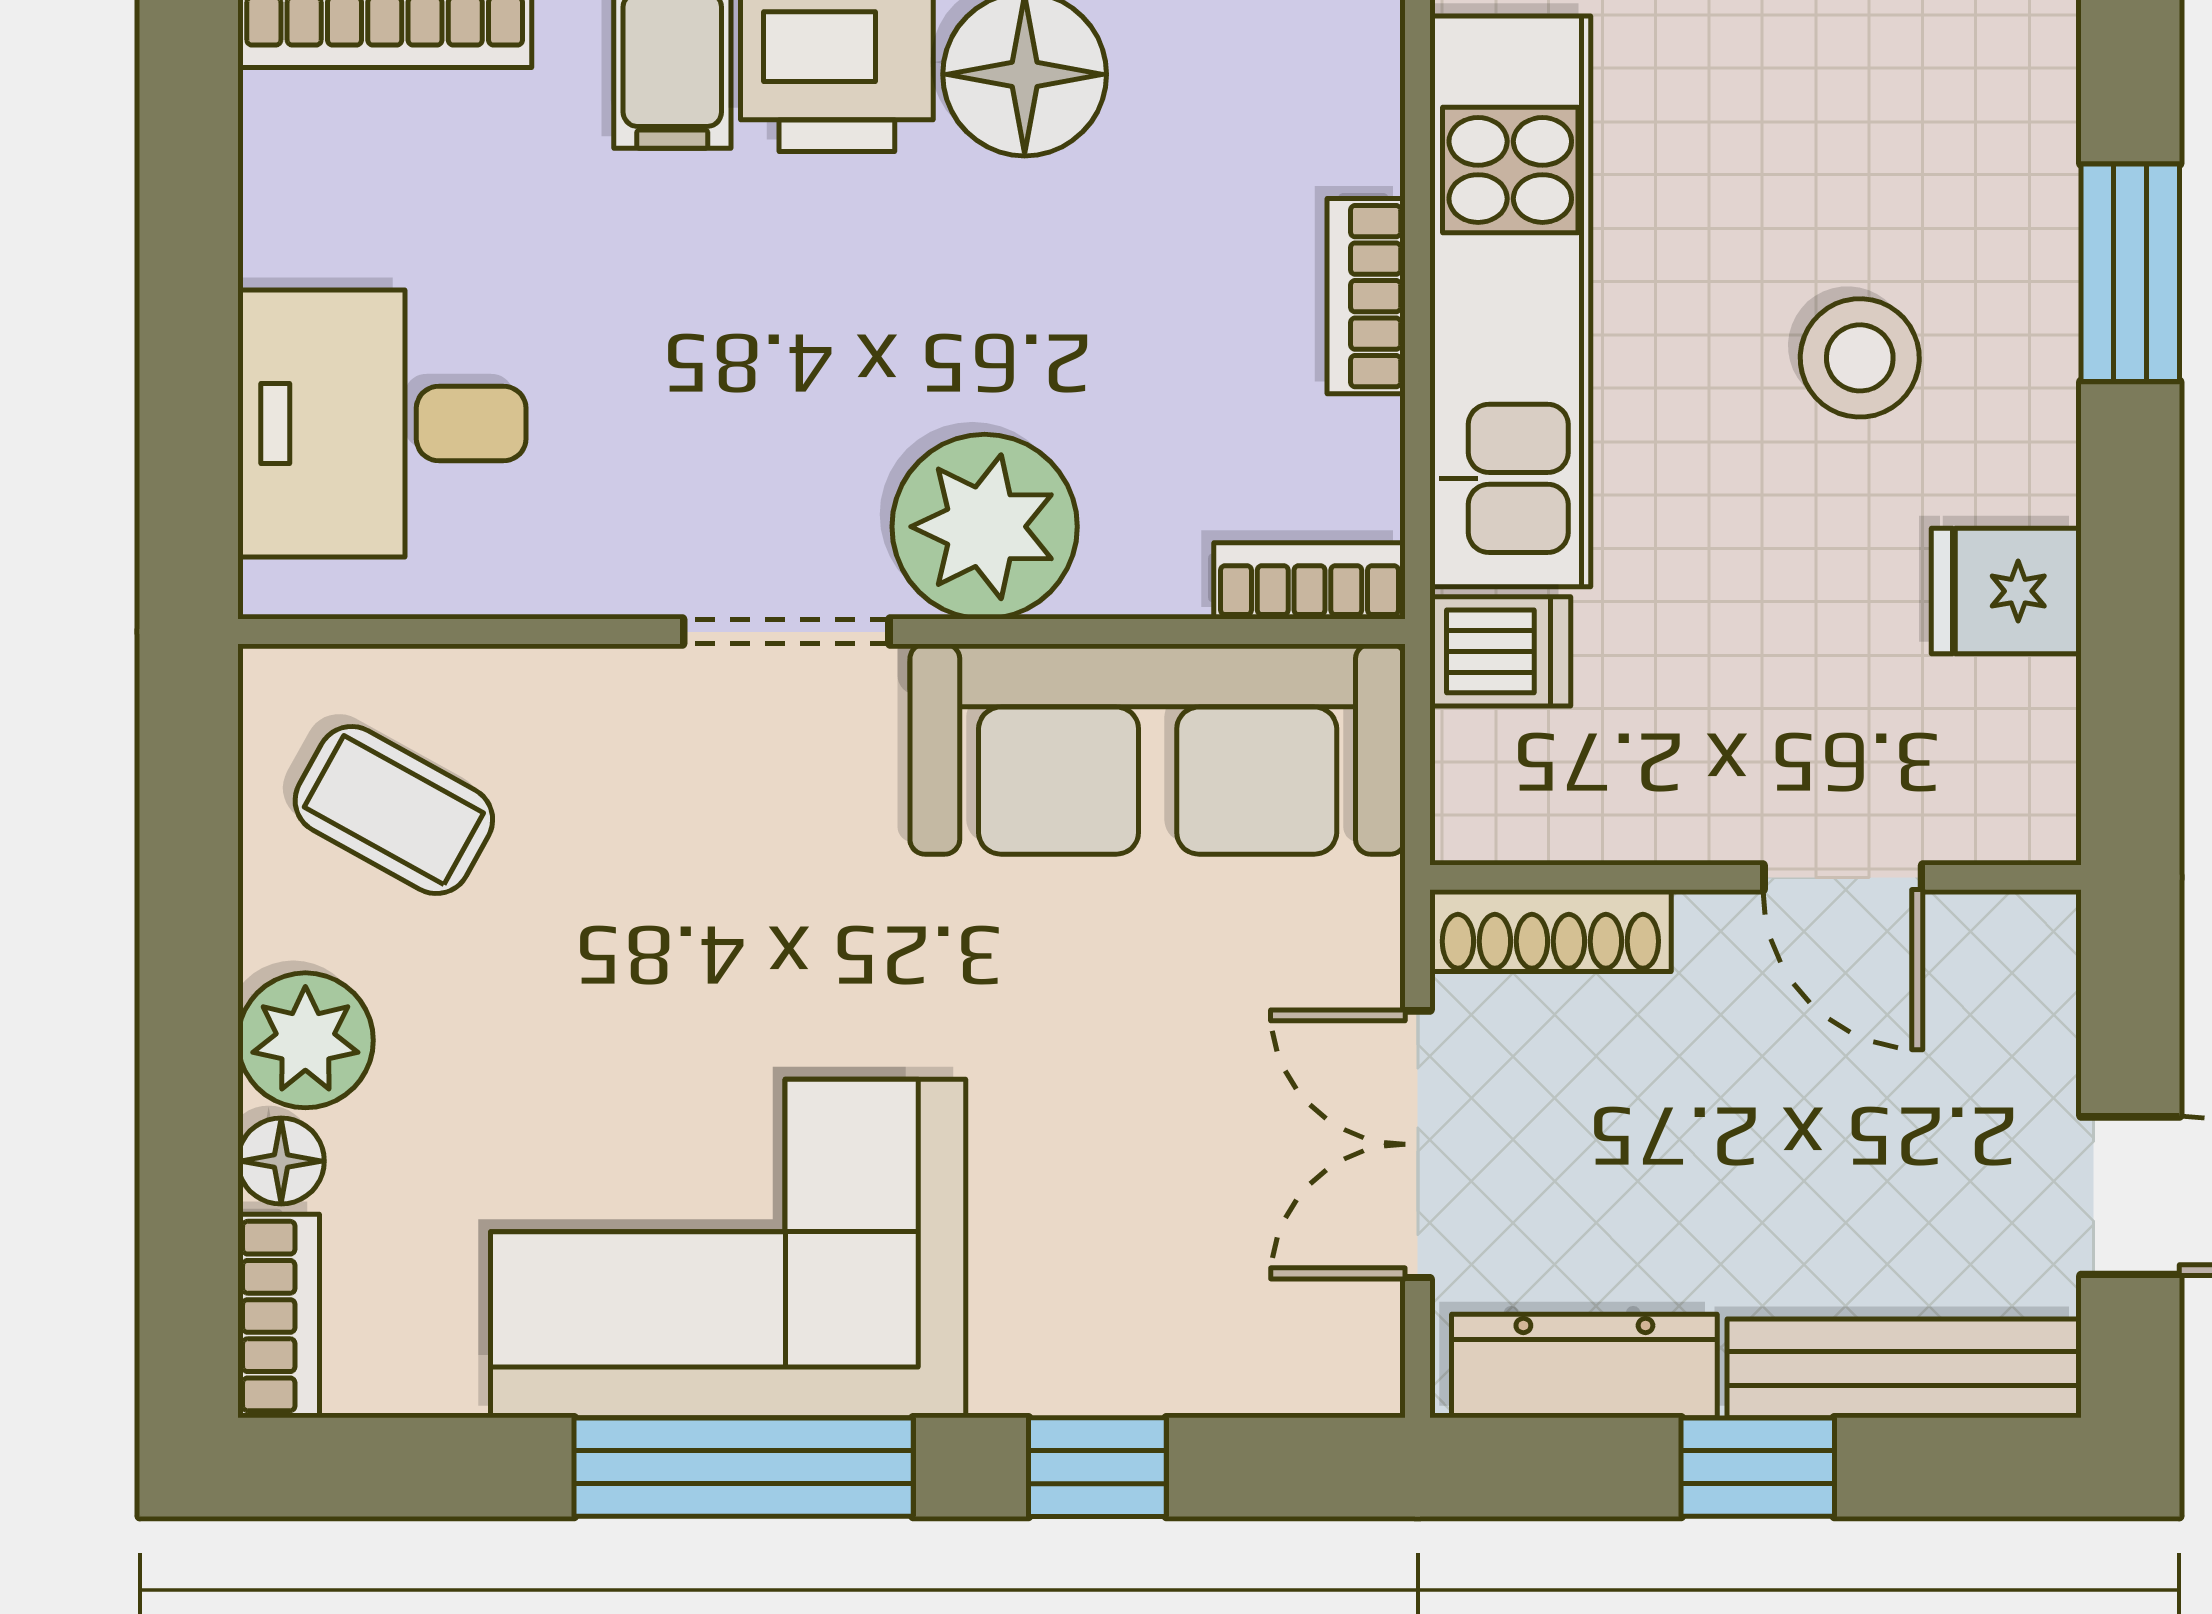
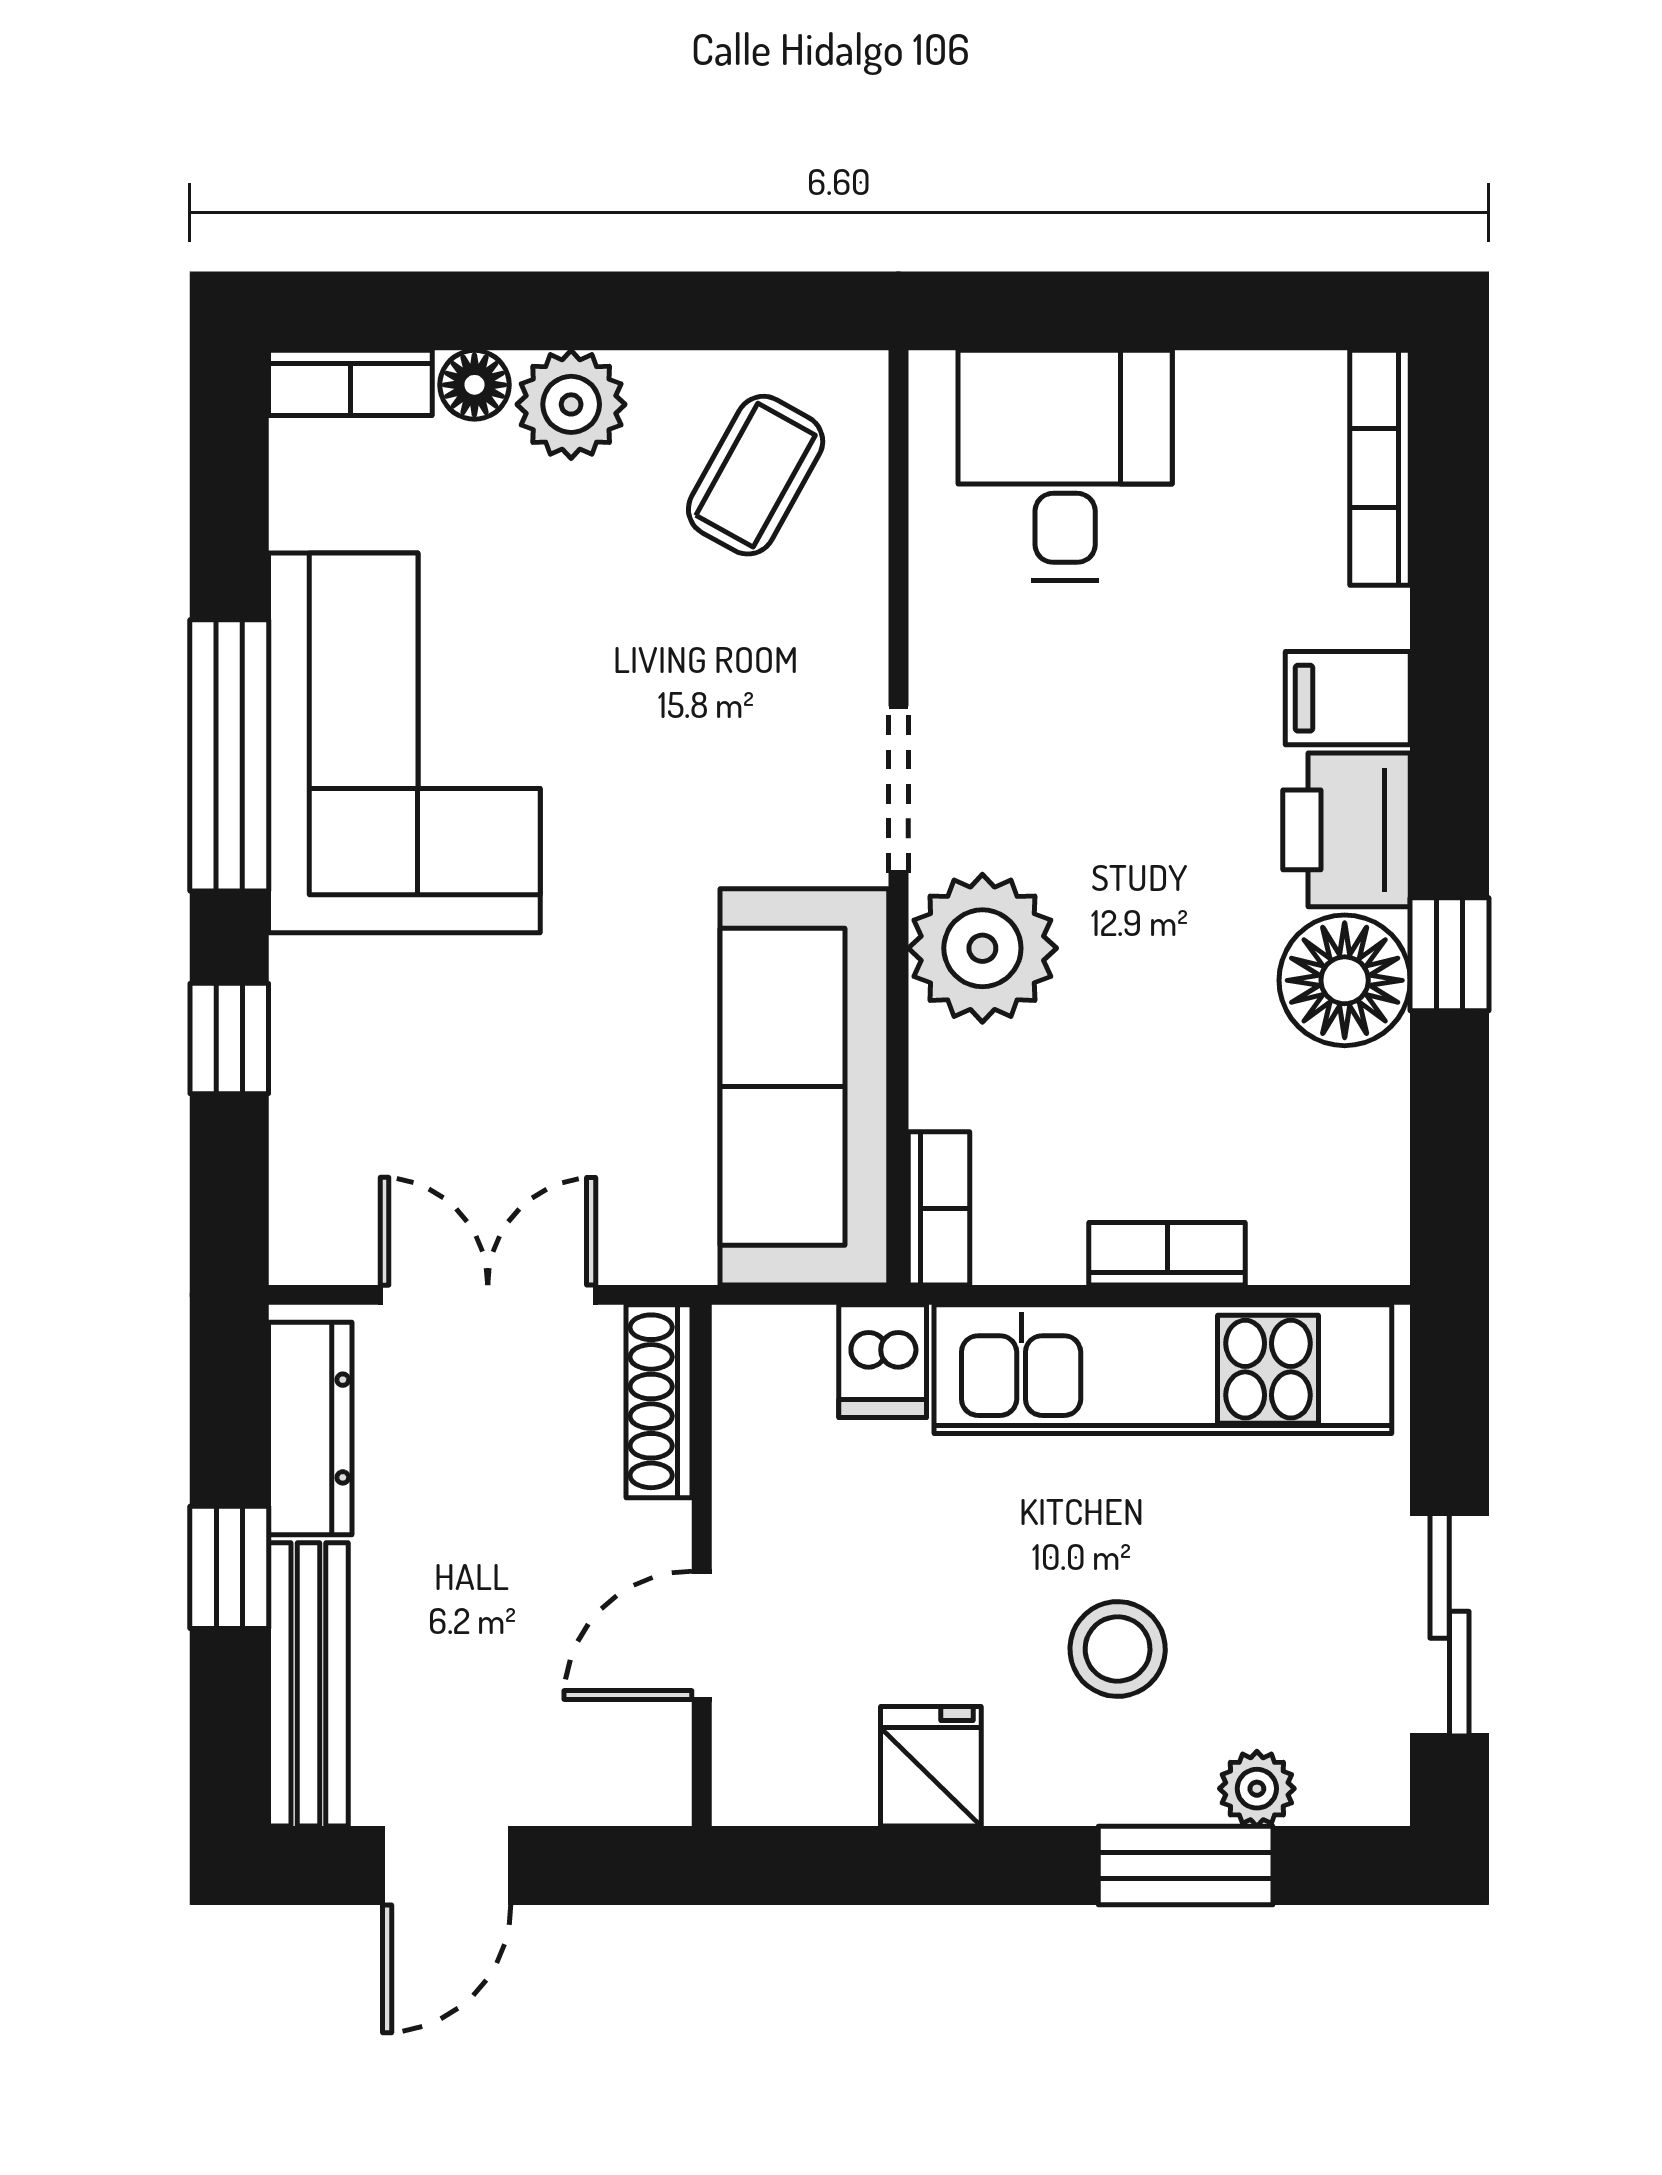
plant: (2034, 184) -> (1257, 1789), added

